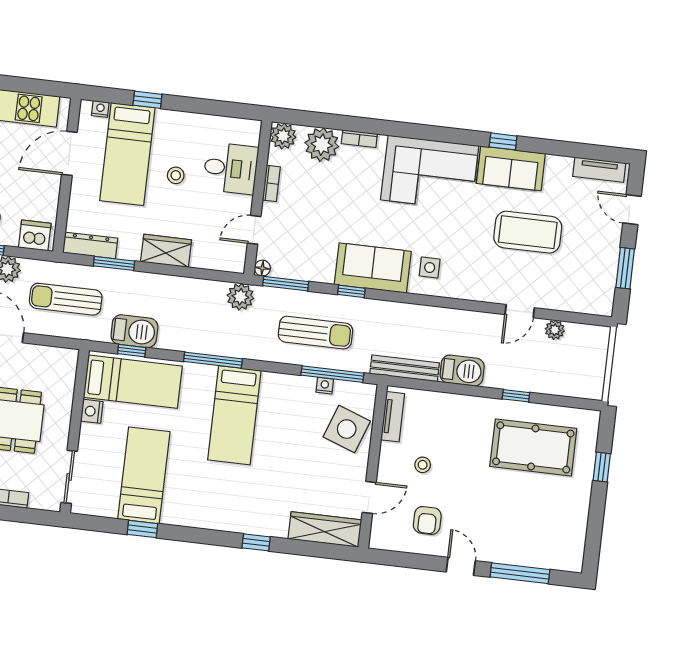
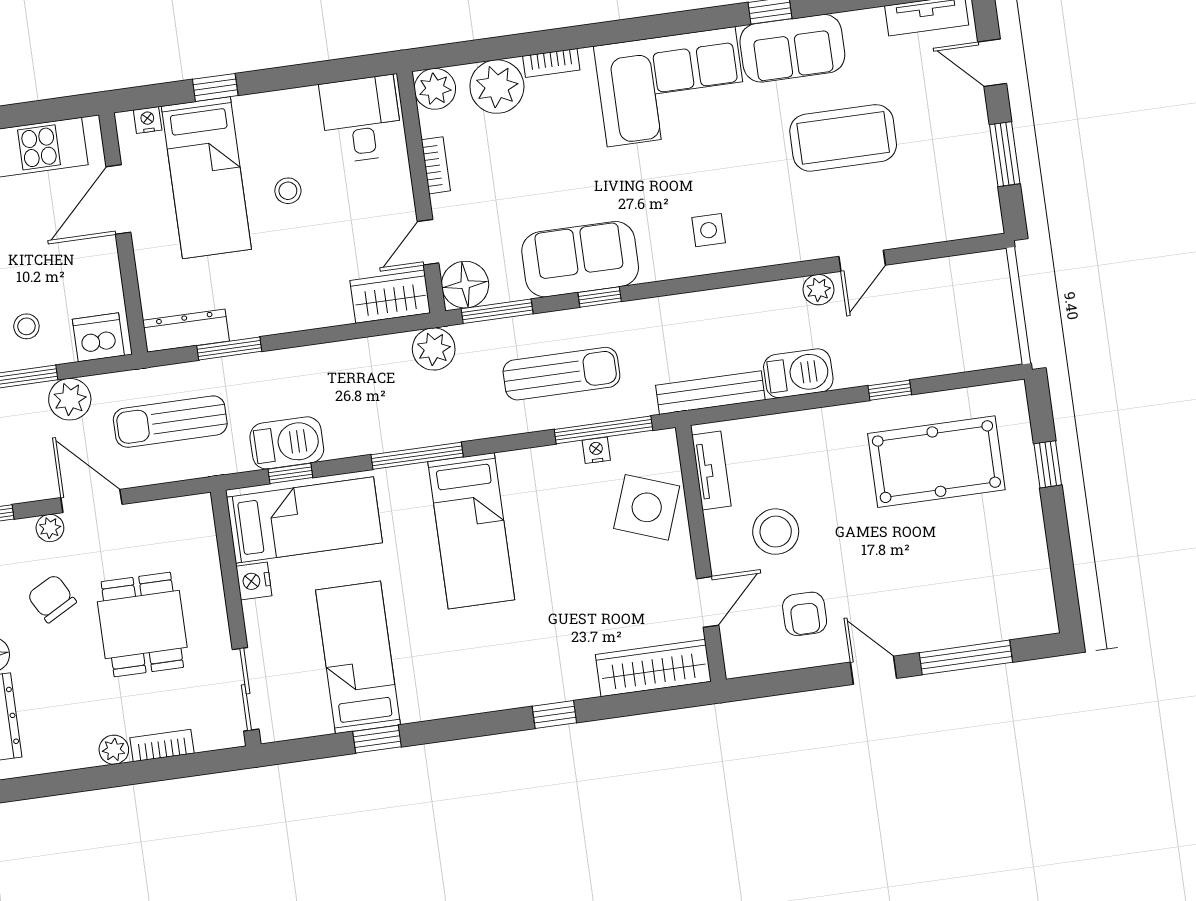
desk: (231, 168) -> (361, 119), moved, turned -90
wardrobe: (166, 251) -> (390, 297), moved
floor lamp: (262, 268) -> (465, 285), width x1.89, depth x1.89
sofa: (373, 268) -> (580, 259), moved
plant: (555, 330) -> (818, 290), moved
stool: (423, 465) -> (776, 532), width x1.89, depth x1.89

